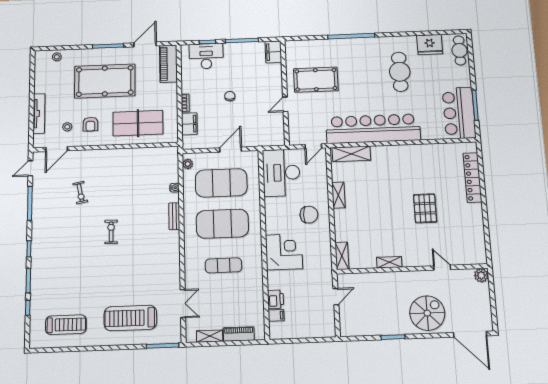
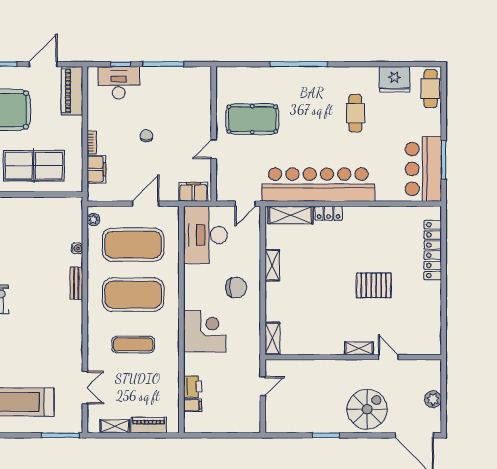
filing cabinet: (273, 52) -> (193, 192), moved, turned 90
cafe table: (400, 72) -> (355, 113), width x0.73, depth x0.74
locker: (383, 151) -> (329, 213), added
pallet: (425, 208) -> (374, 285), turned 90
shelving: (389, 262) -> (359, 348), moved
plant: (481, 275) -> (433, 399), moved

